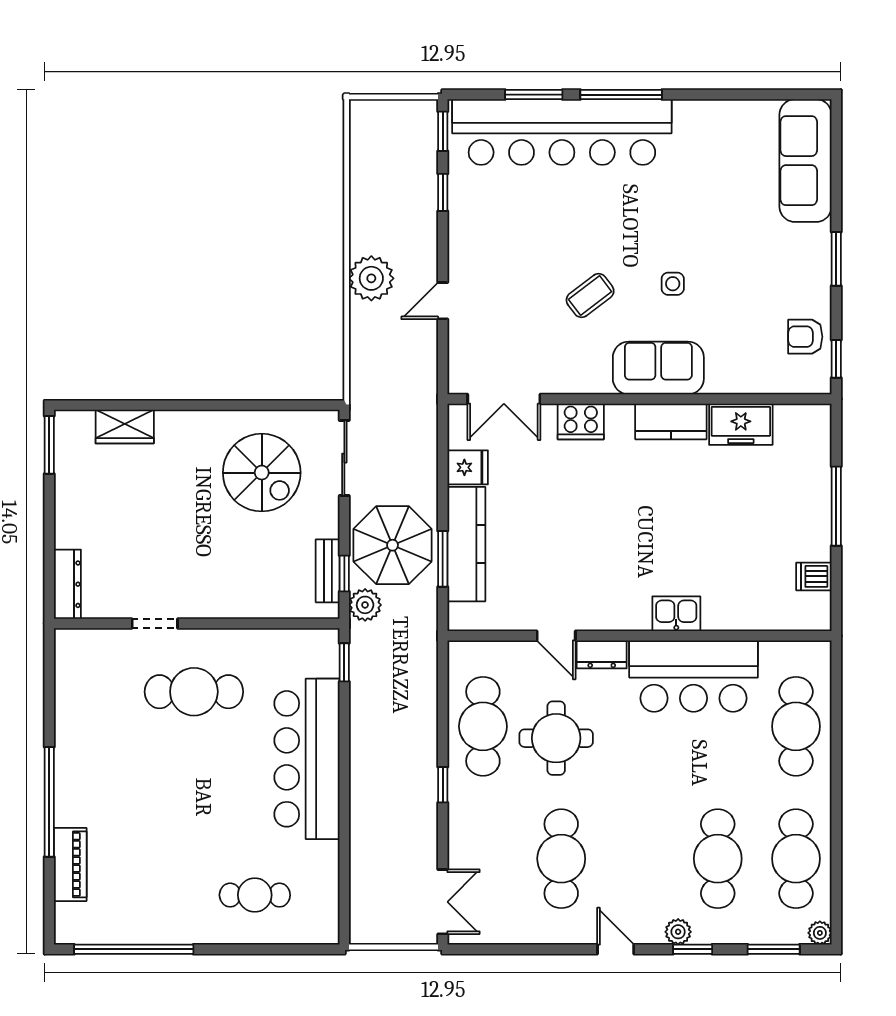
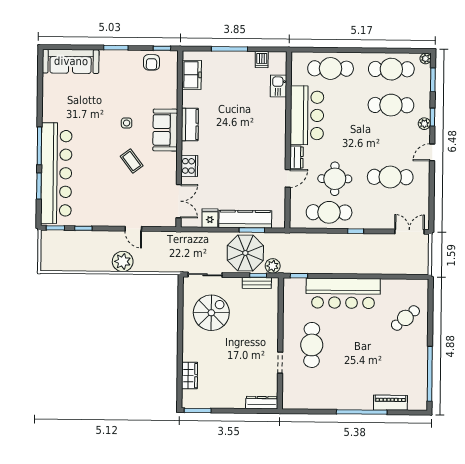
freezer: (741, 424) -> (192, 75), moved
kitchen sink: (676, 614) -> (279, 86), moved
cafe table: (255, 895) -> (405, 318), turned 50

